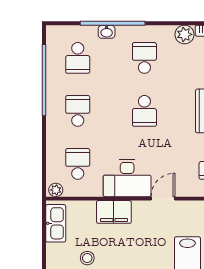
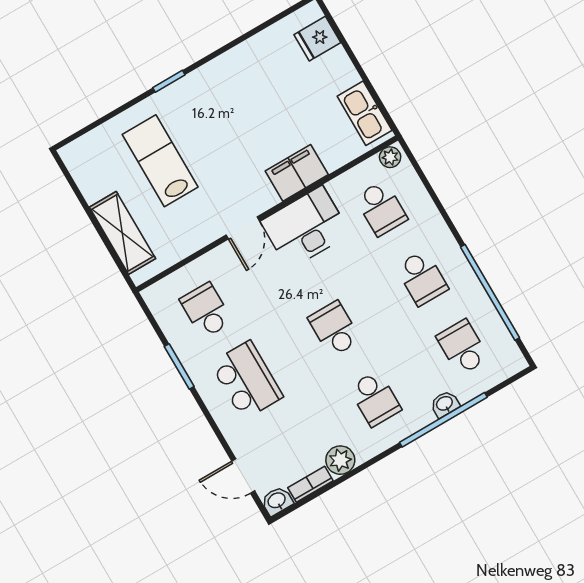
stool: (87, 258) -> (296, 92), removed

